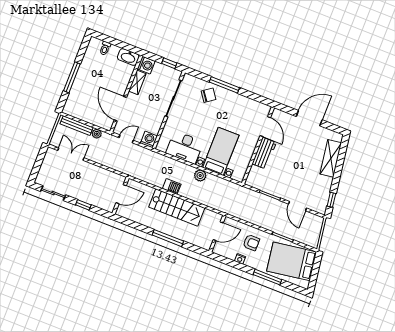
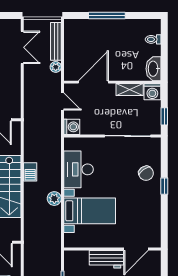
window: (224, 85) -> (164, 186), width x0.46

